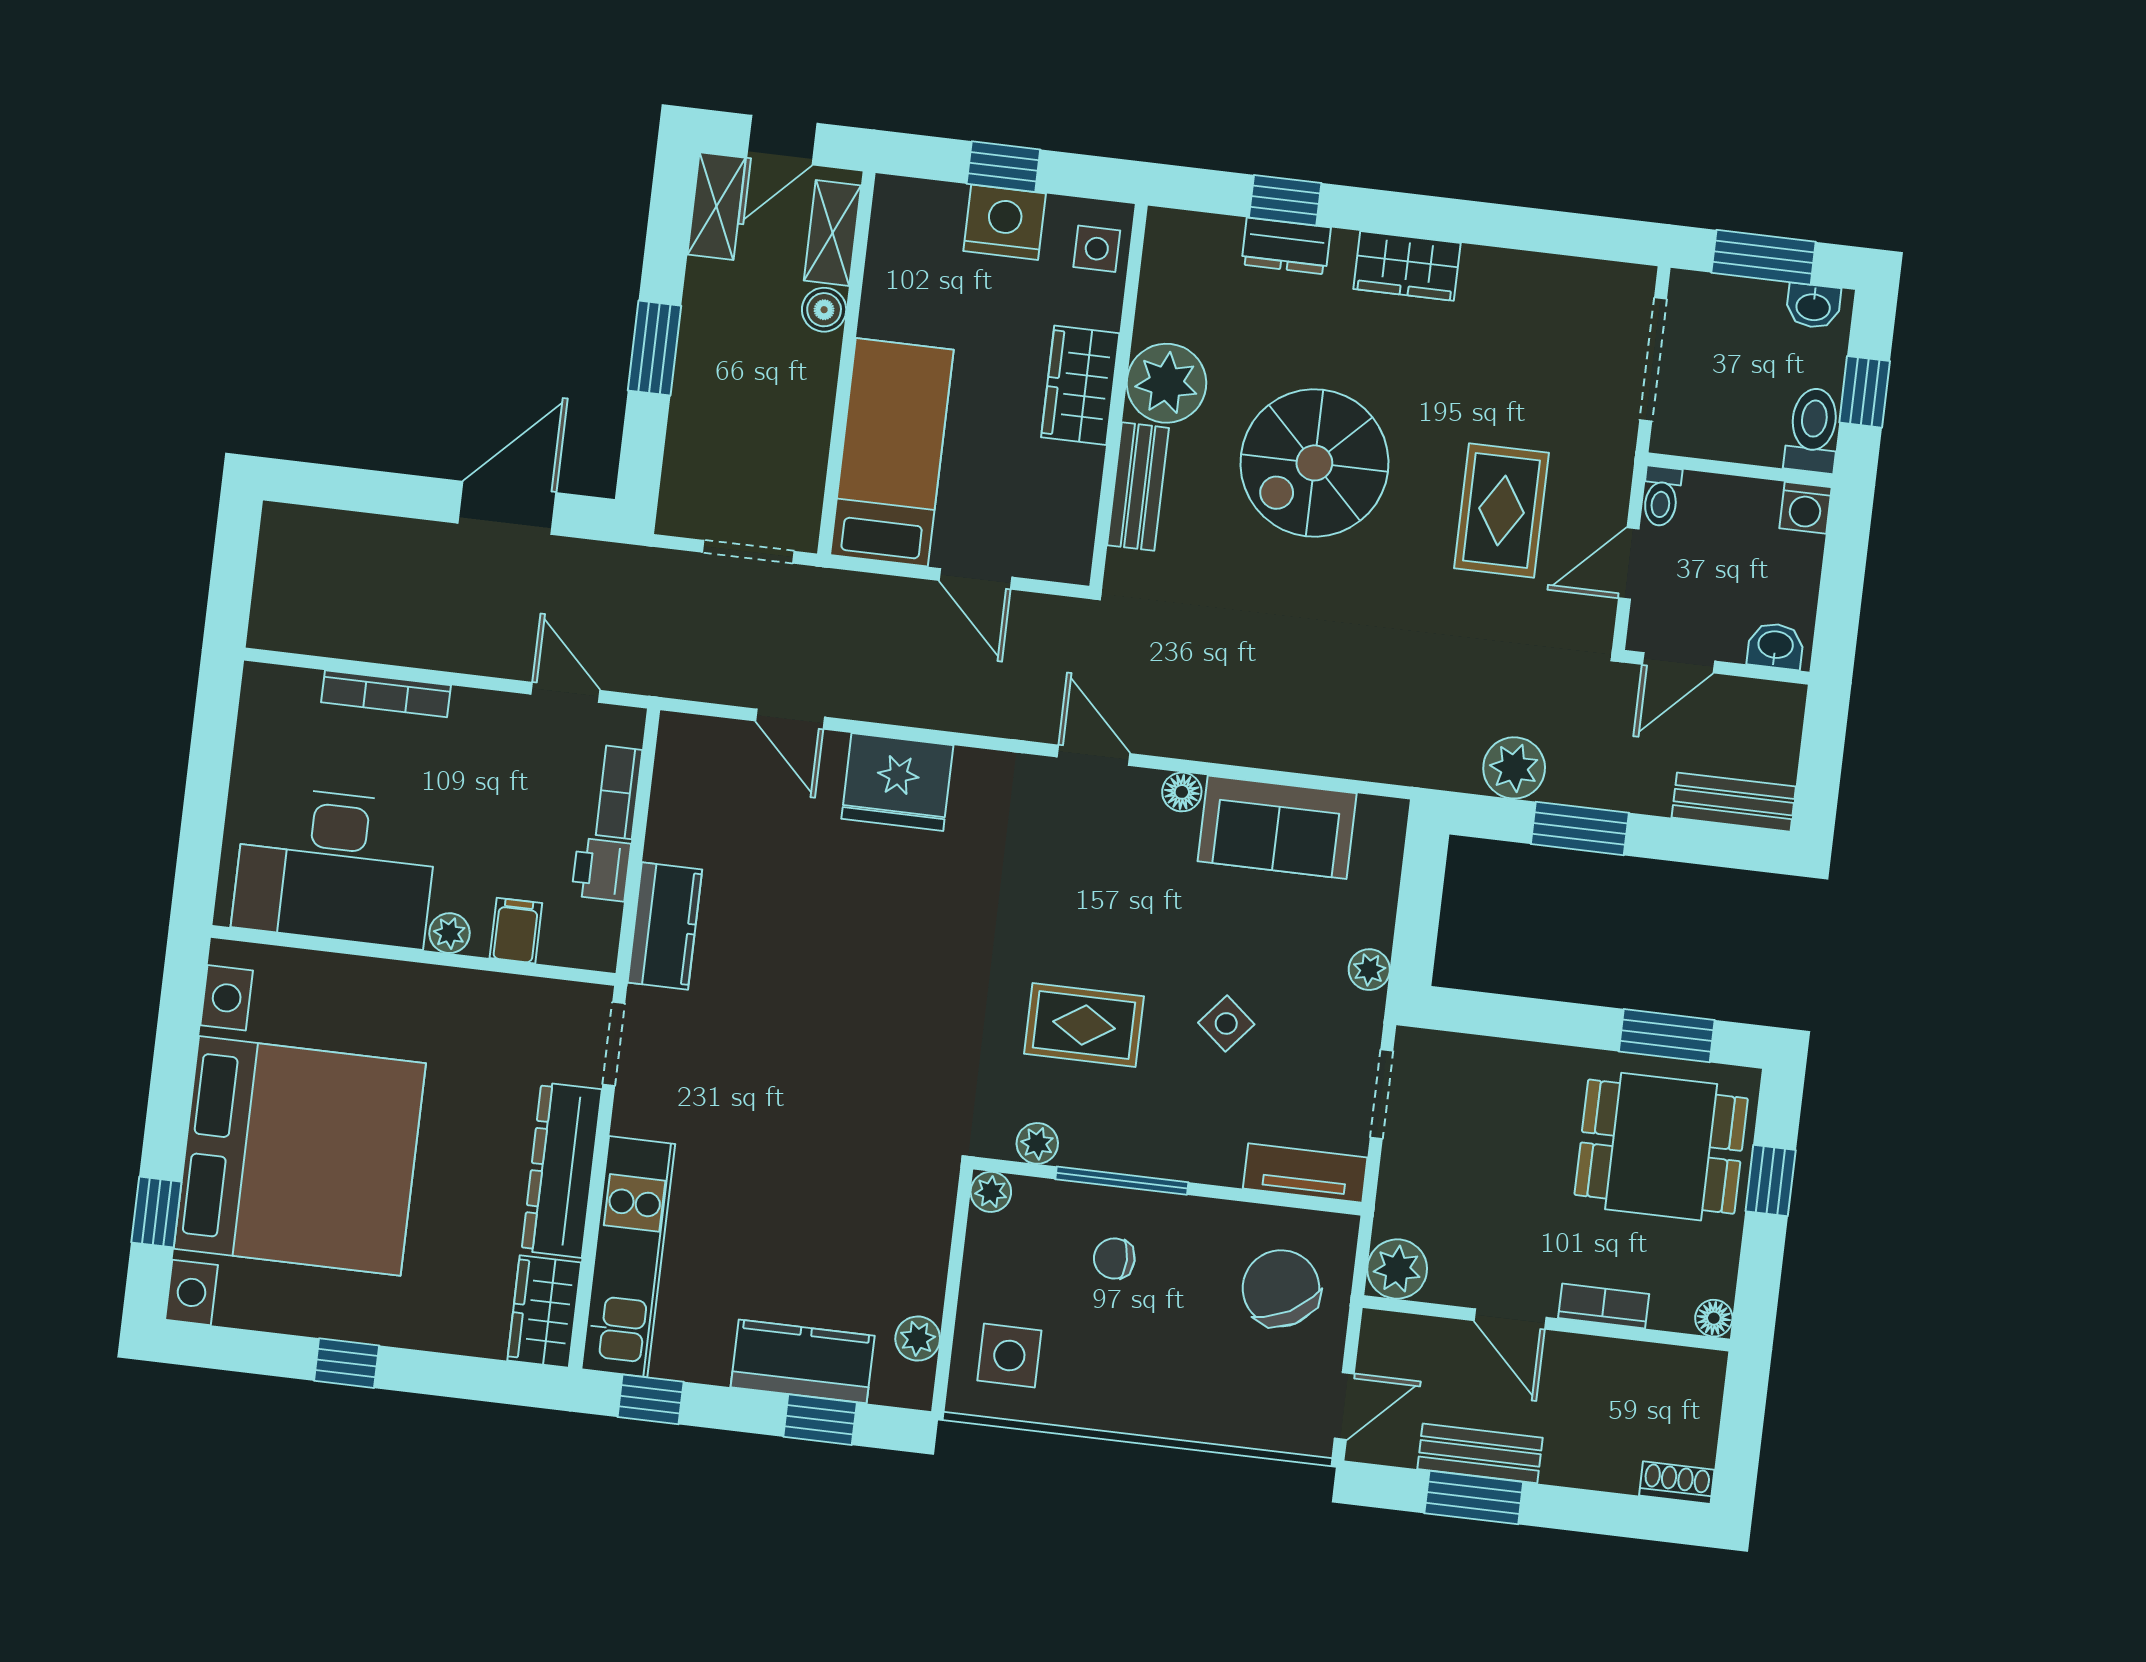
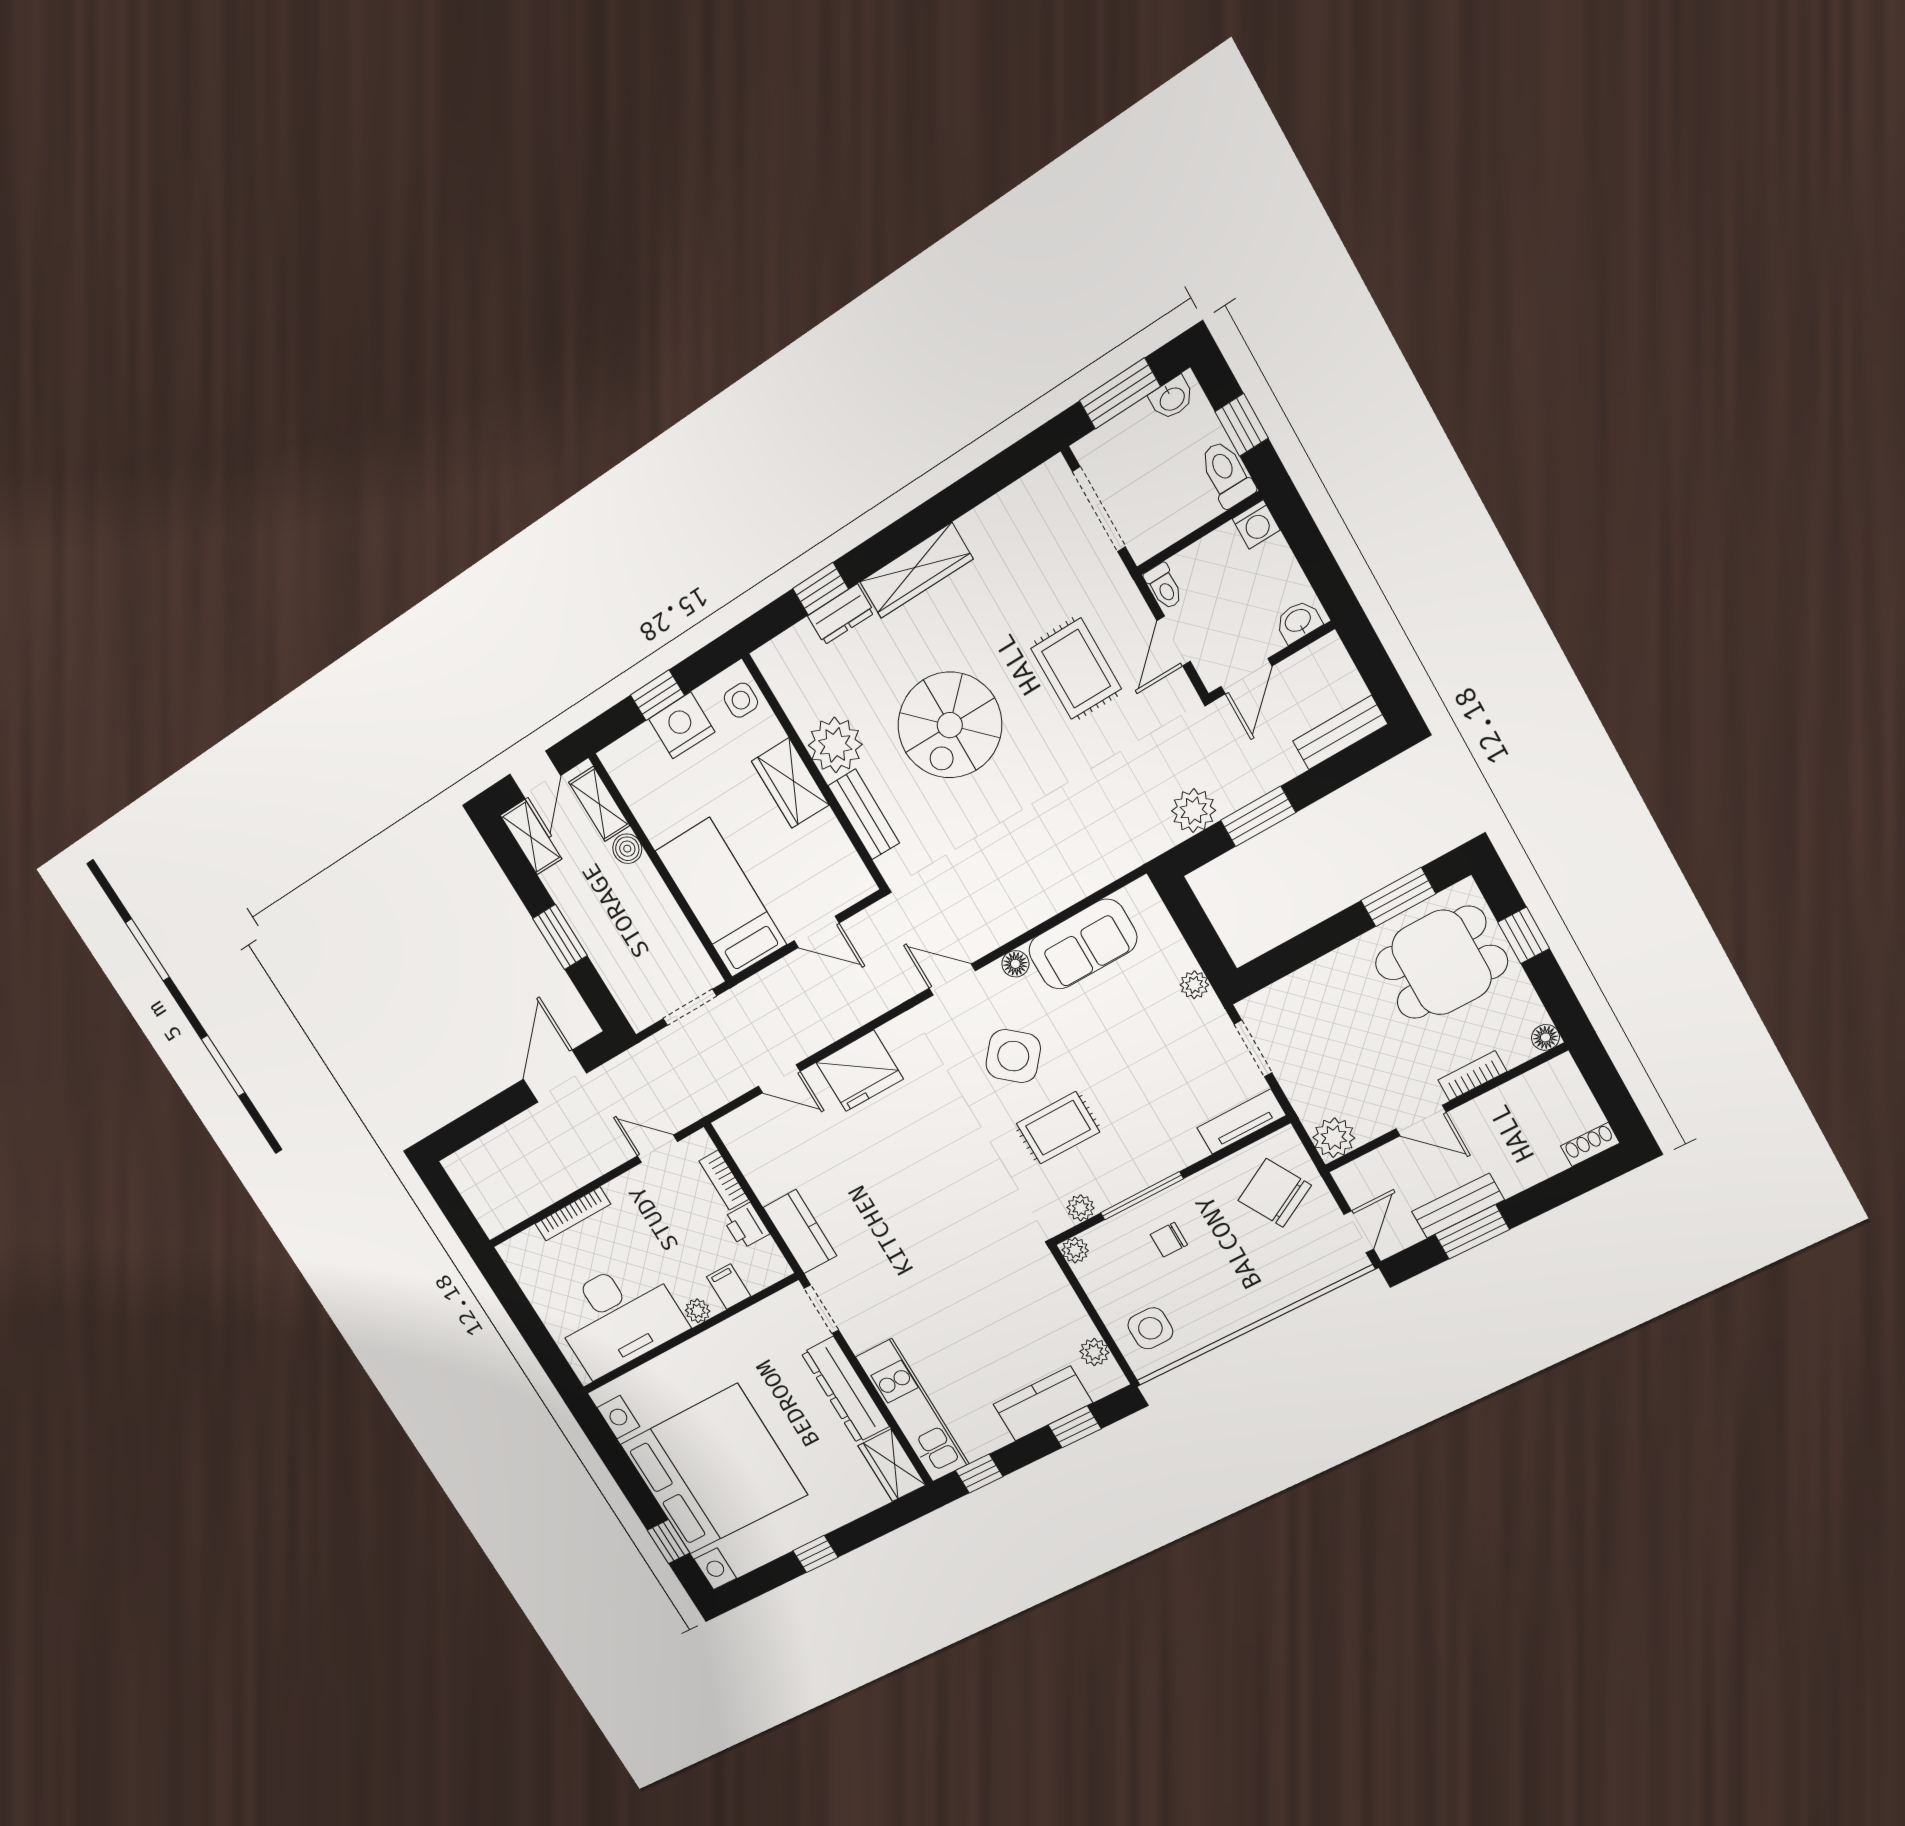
wardrobe: (1407, 266) -> (916, 570), width x1.50
side table: (1226, 1023) -> (1013, 1056), moved, width x1.87, depth x1.87

